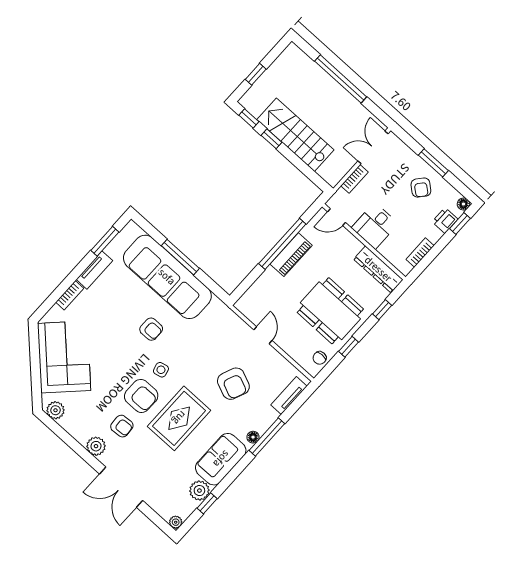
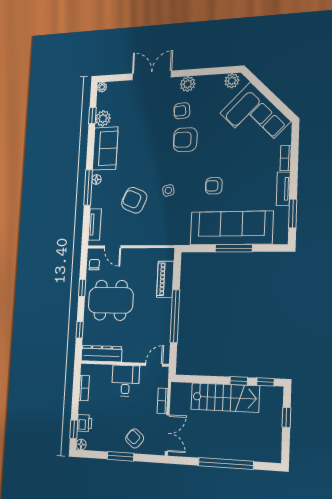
armchair: (421, 188) -> (135, 438), moved
piano: (291, 255) -> (165, 279), moved
door: (263, 335) -> (113, 247), moved
side table: (161, 370) -> (168, 190), moved
rug: (179, 418) -> (150, 148), removed

